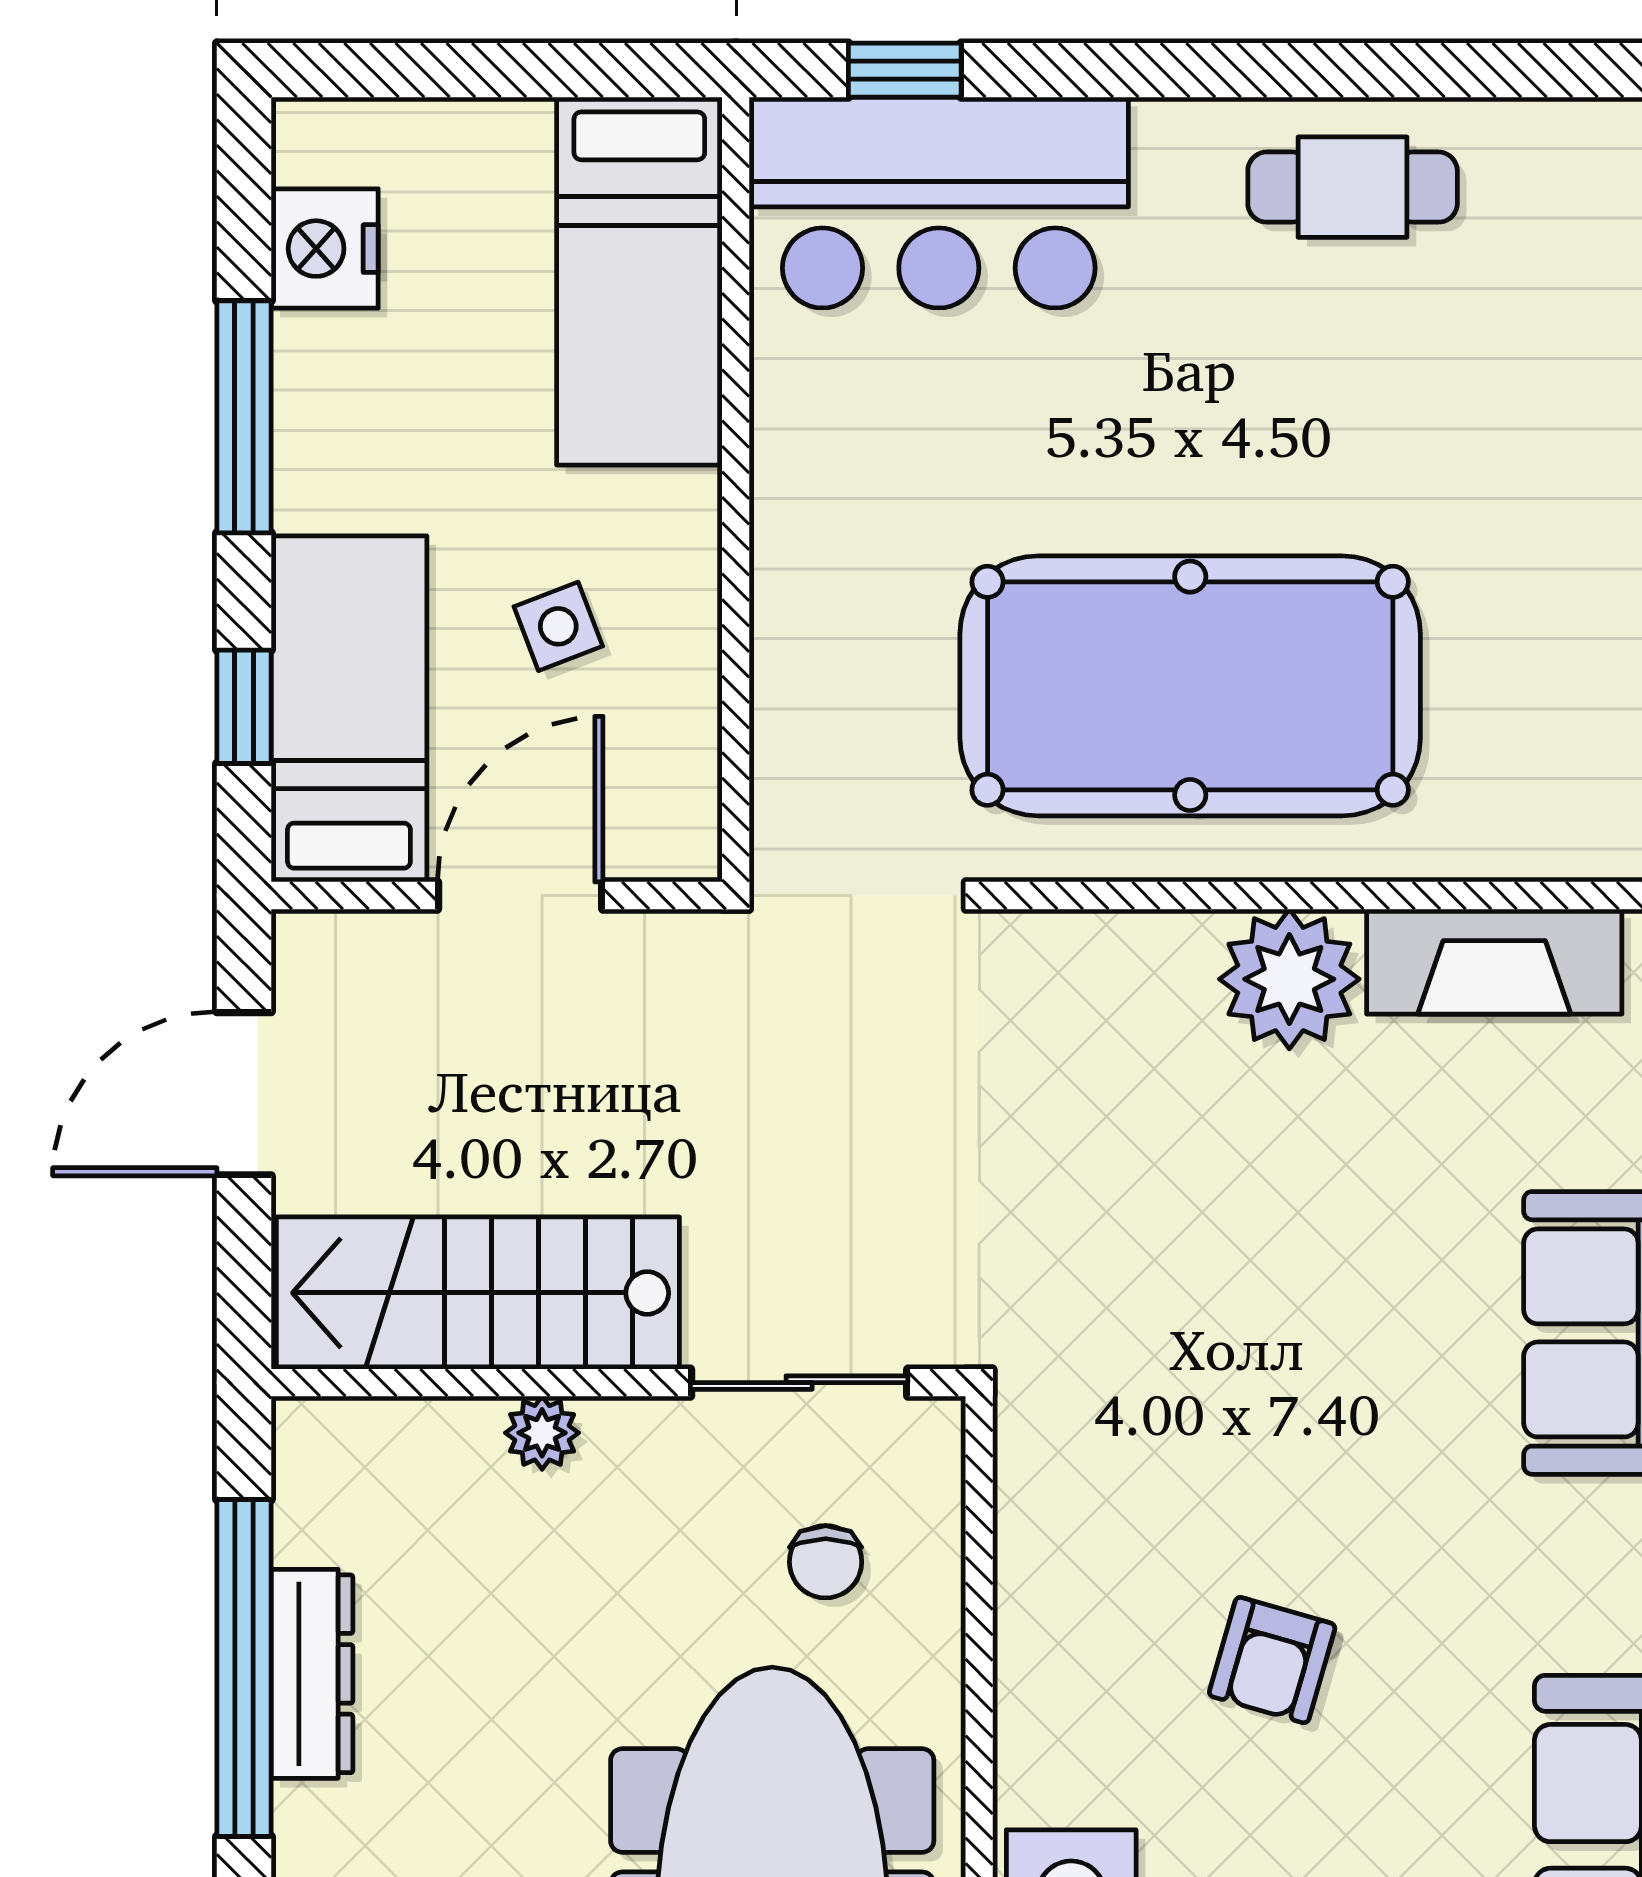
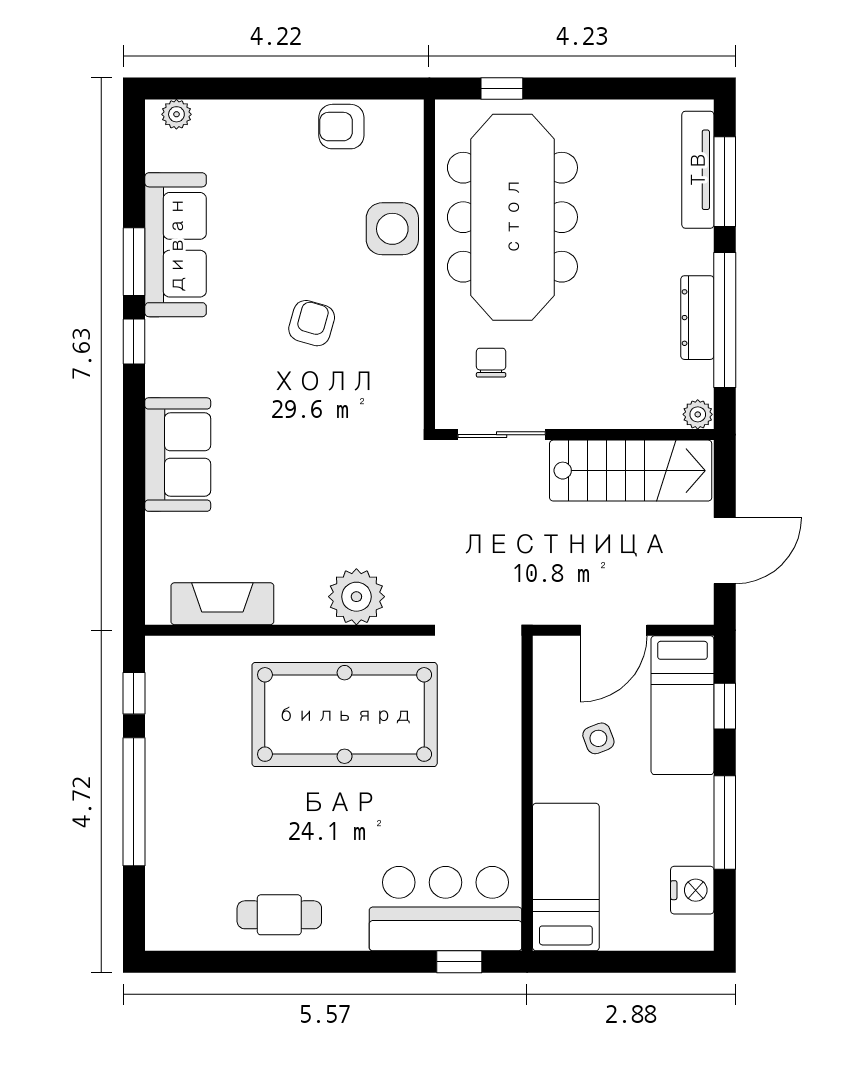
plant: (1289, 979) -> (356, 597), moved
plant: (542, 1433) -> (698, 414), moved

